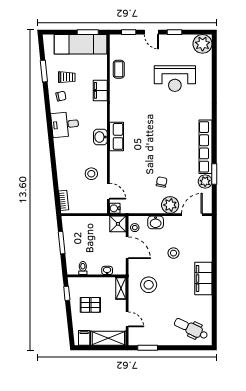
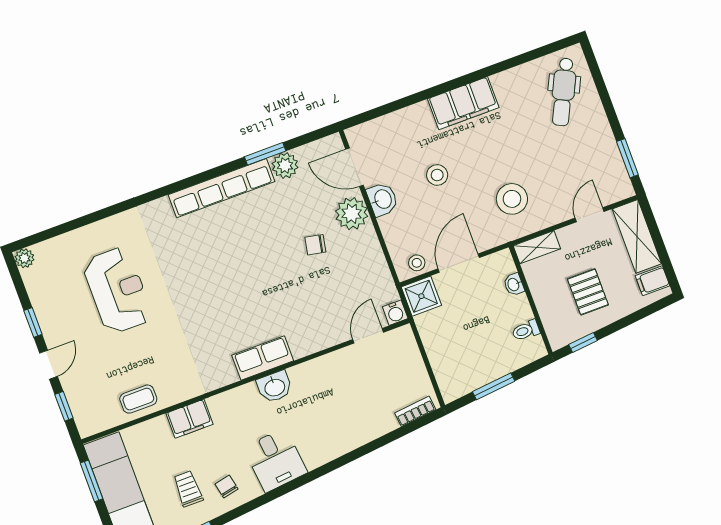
plant: (203, 44) -> (24, 258), width x0.53, depth x0.53
stool: (91, 174) -> (348, 379), removed
washbasin: (156, 222) -> (382, 199), moved

